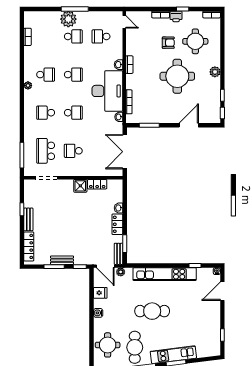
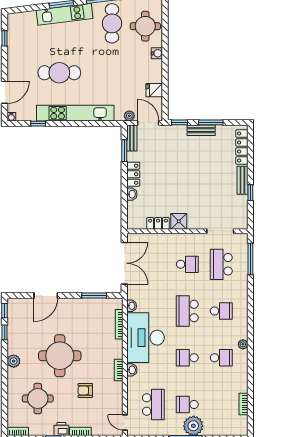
school desk: (101, 36) -> (153, 404), width x1.85
armchair: (168, 43) -> (85, 390), moved
school desk: (46, 75) -> (221, 358), turned 180
school desk: (73, 113) -> (187, 311), width x1.85
school desk: (46, 151) -> (221, 264), turned 180
cafe table: (152, 311) -> (59, 73), moved
water cooler: (98, 313) -> (157, 53), moved

